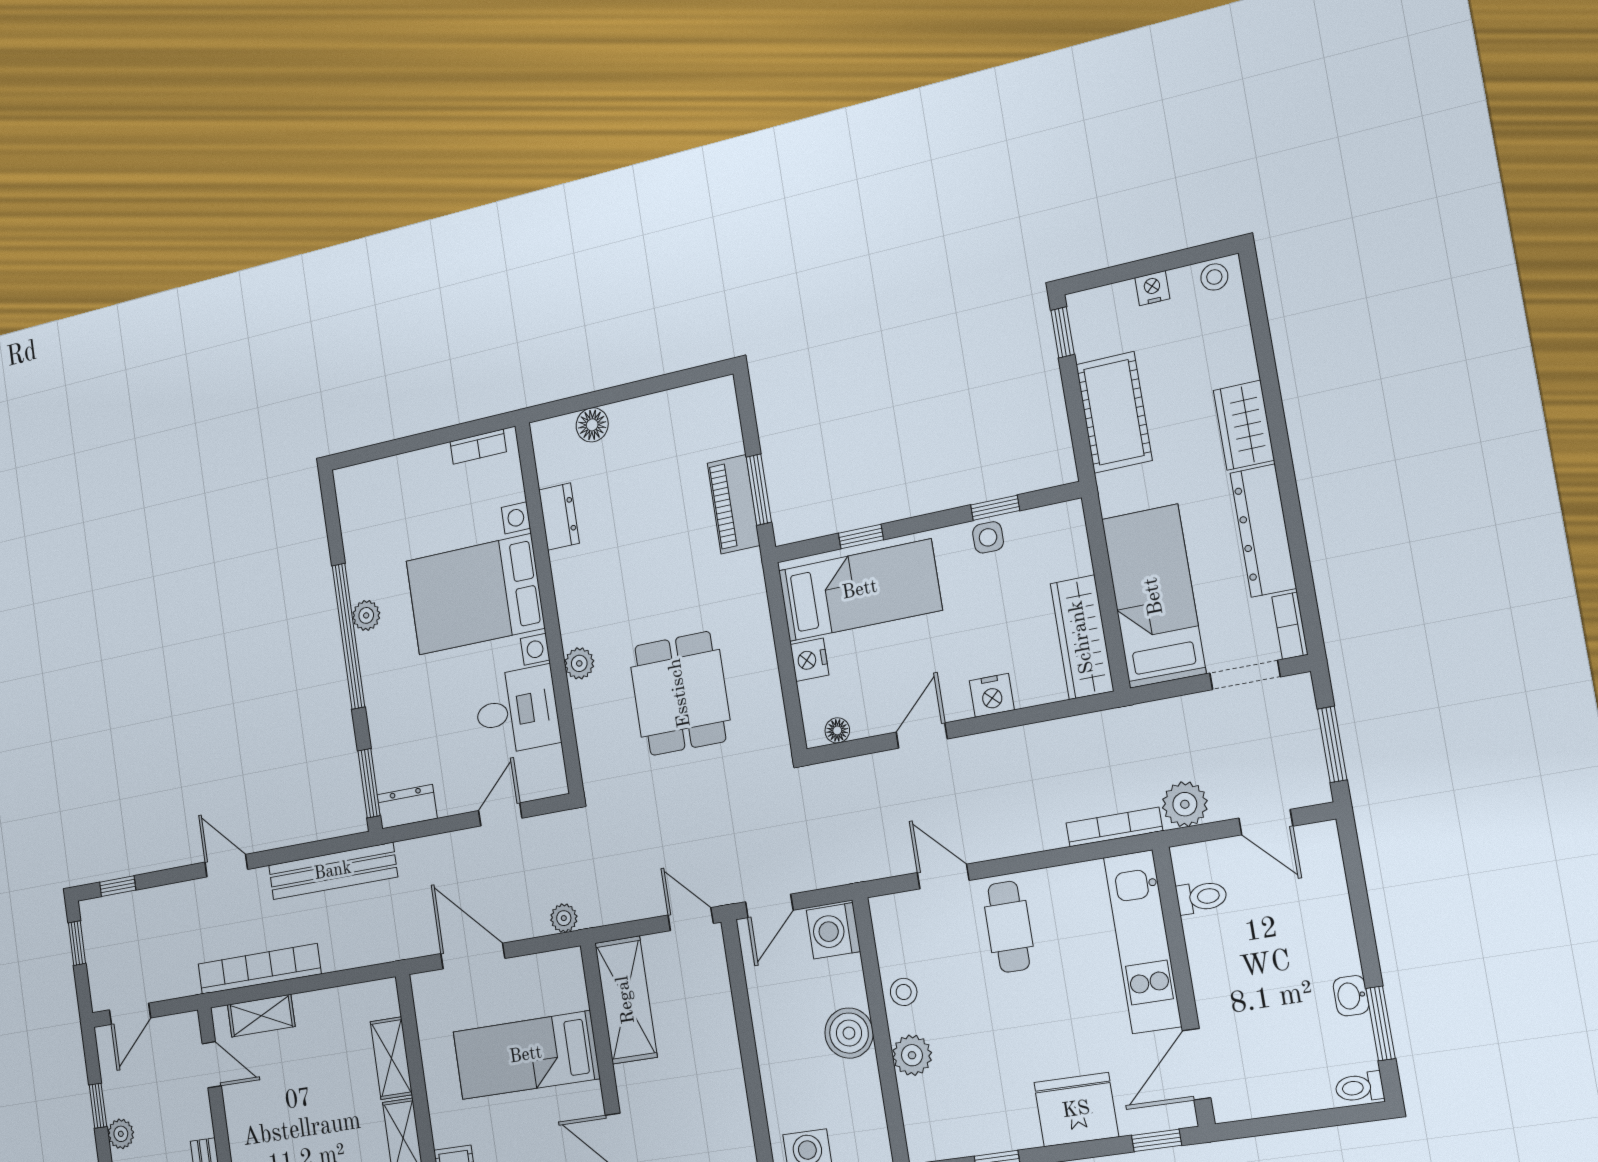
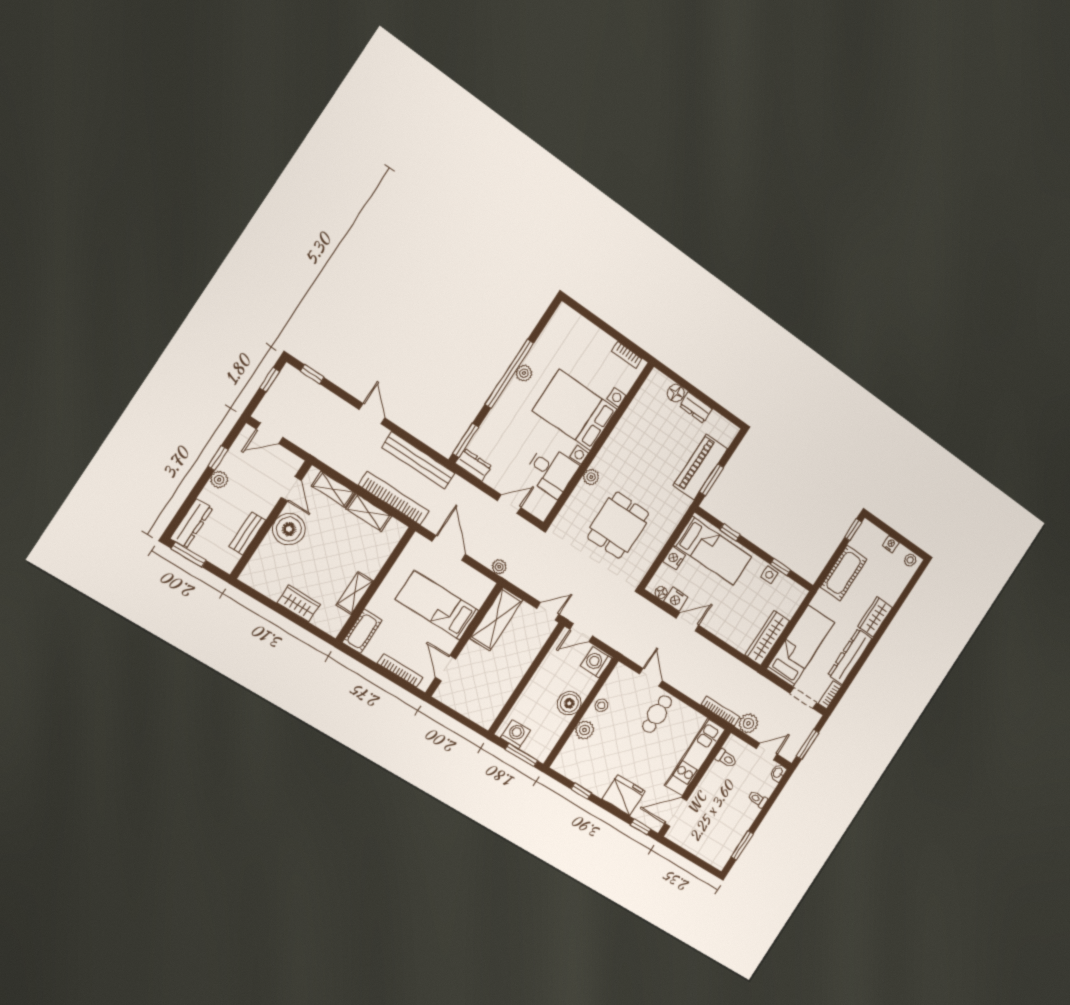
piano: (734, 504) -> (700, 467), width x1.37, depth x1.33
dresser: (559, 517) -> (696, 407), moved, turned 90
nightstand: (992, 695) -> (676, 599), moved
door: (1266, 822) -> (767, 751), swing flipped
door: (691, 919) -> (548, 611), hinge flipped
bookcase: (259, 969) -> (394, 498), moved
washbasin: (1351, 996) -> (778, 773), moved
shelving: (391, 1058) -> (369, 513), moved, turned 90
toilet: (1359, 1087) -> (758, 799), moved
boiler: (251, 1123) -> (289, 529), added

